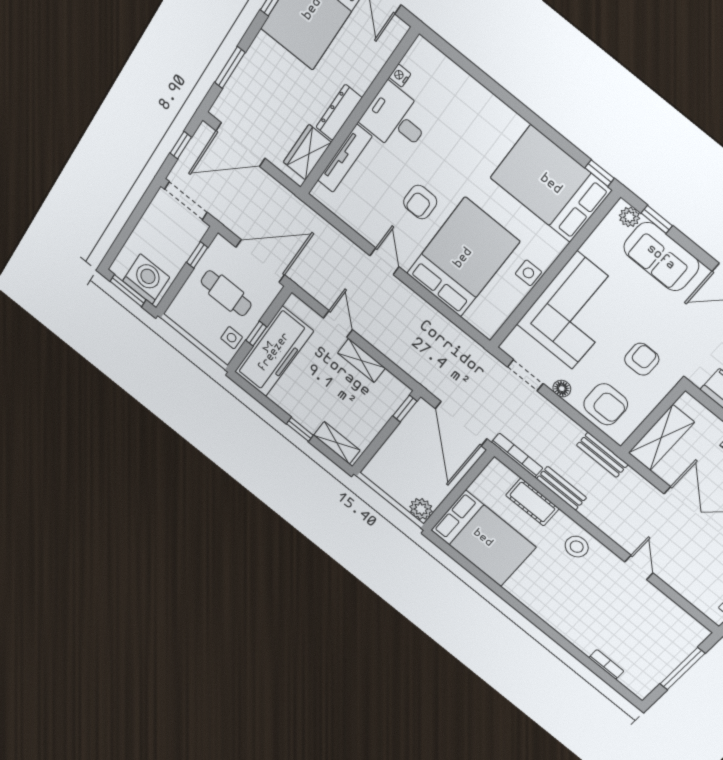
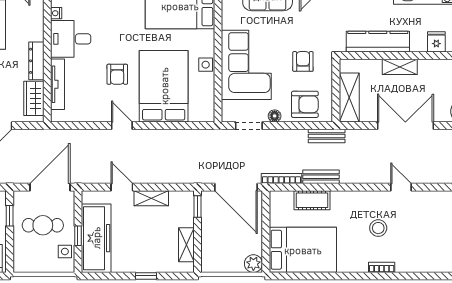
shelving: (337, 443) -> (186, 245), moved, turned 90
stool: (577, 547) -> (378, 228), moved
bookcase: (606, 664) -> (382, 267), moved

